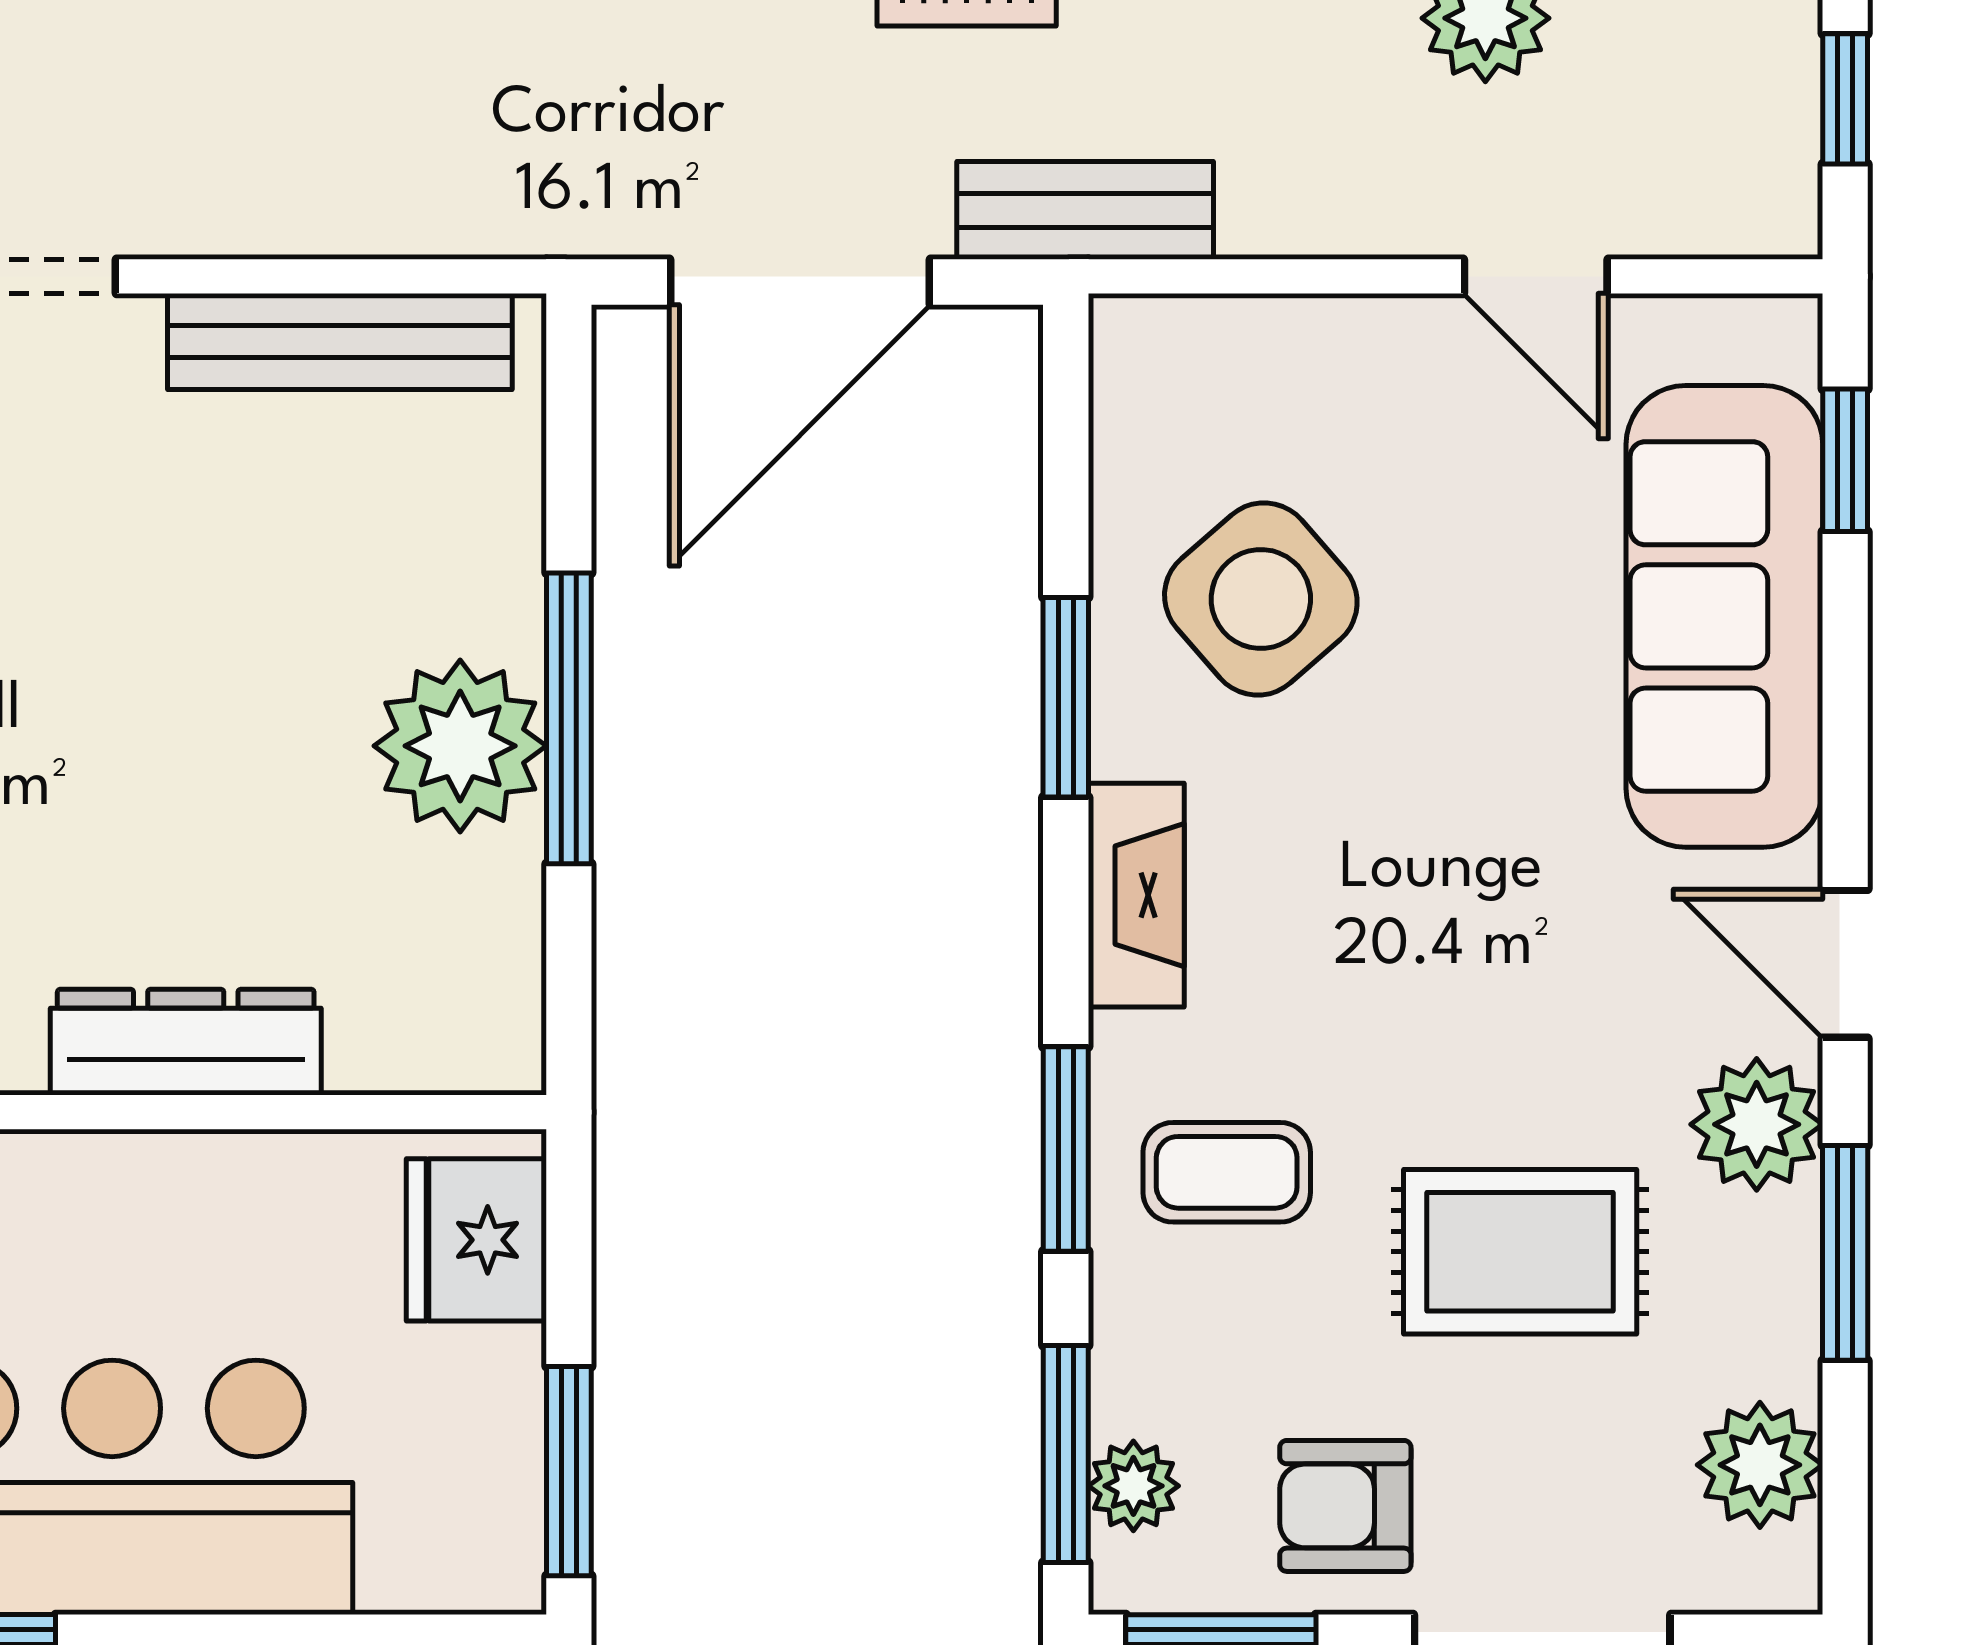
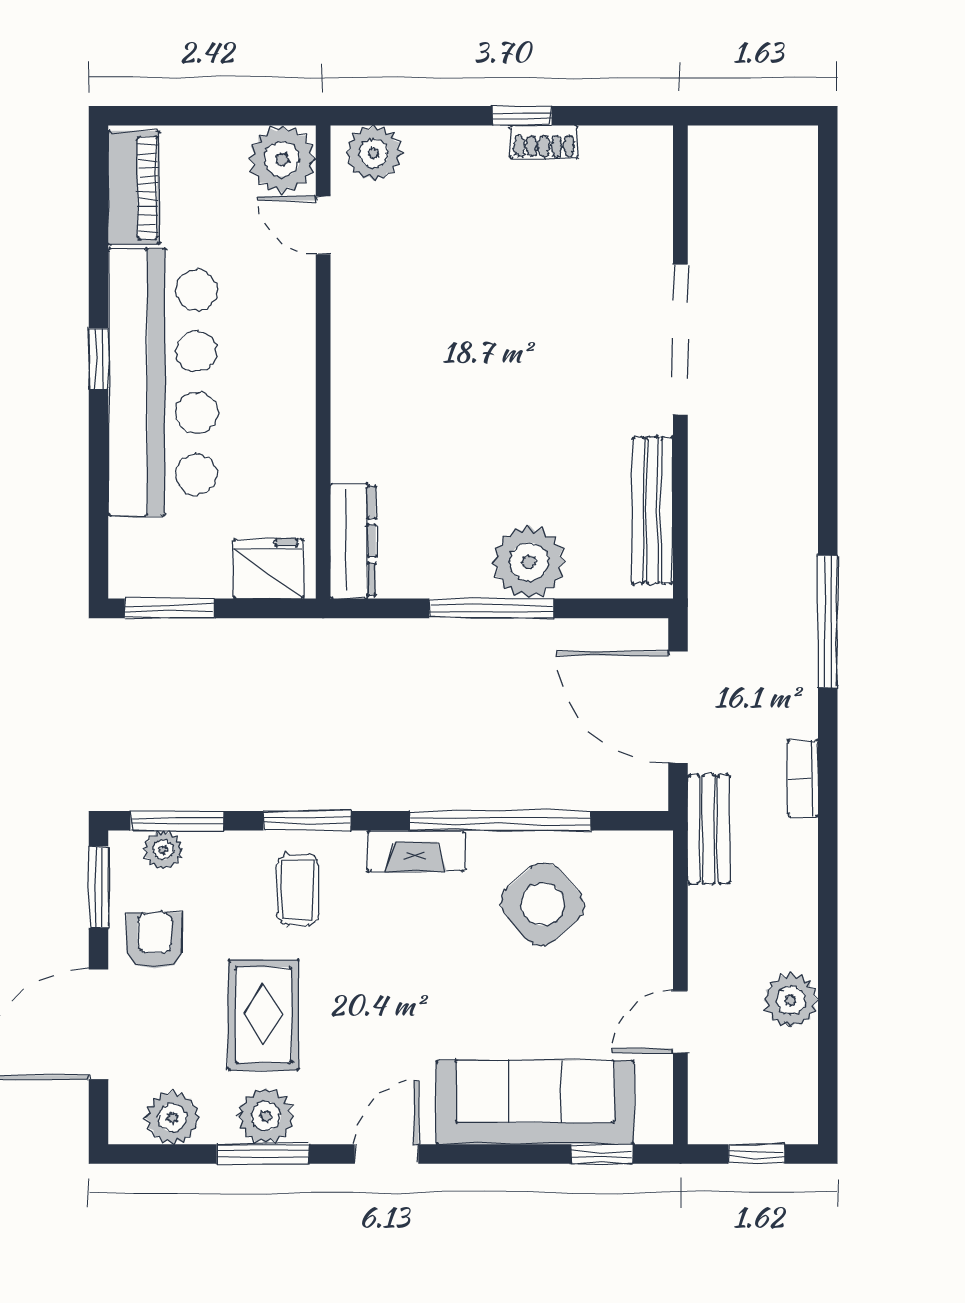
window: (1066, 697) -> (500, 821), width x2.11
plant: (460, 746) -> (529, 562), moved
dresser: (186, 1042) -> (353, 541), moved
plant: (1757, 1124) -> (266, 1116), moved

